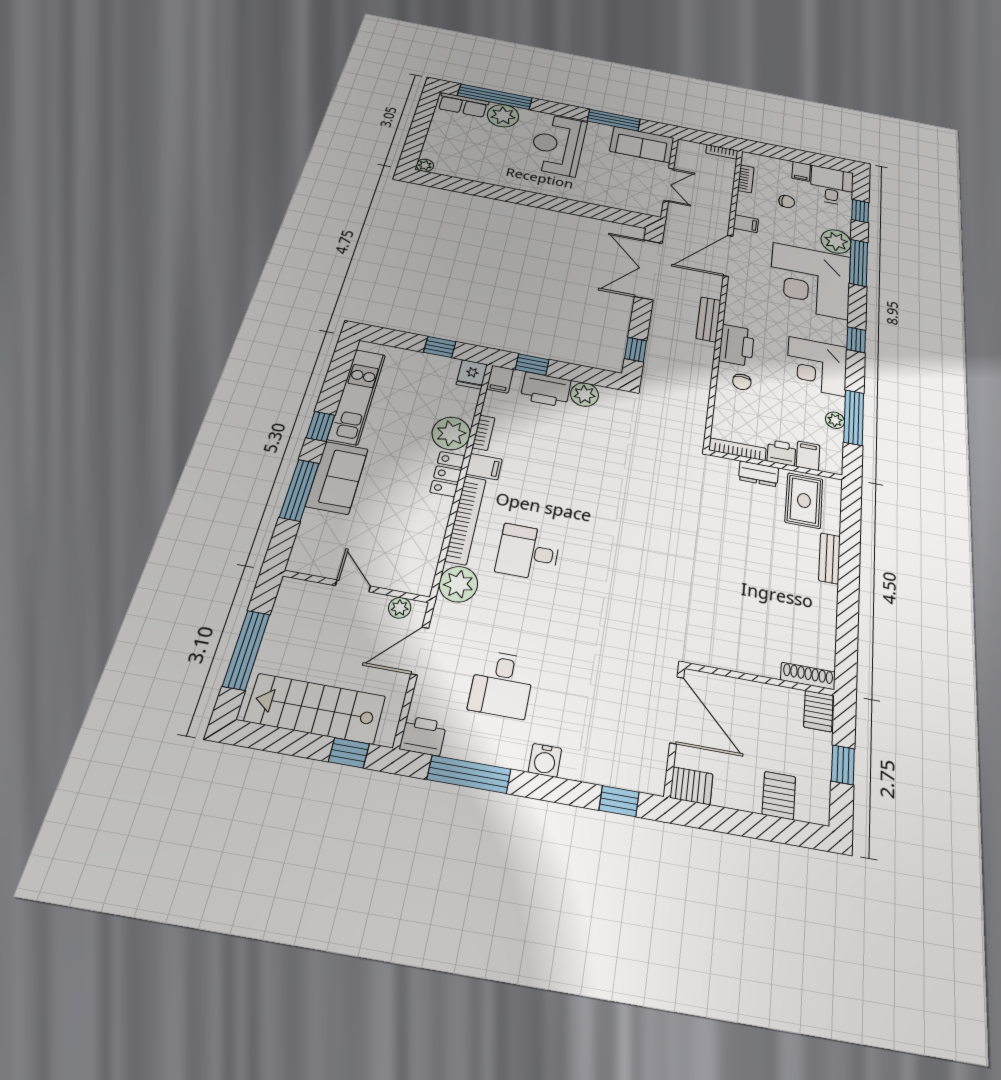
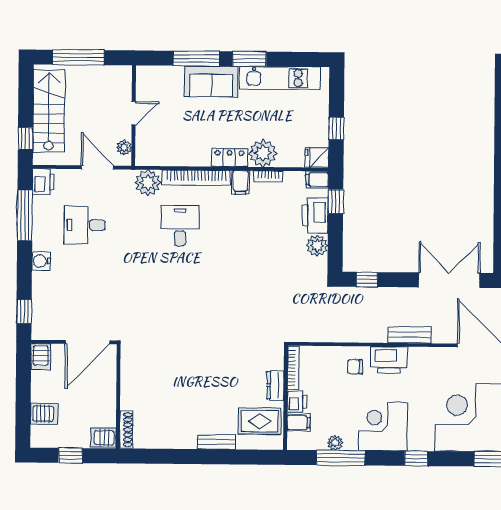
window: (320, 426) -> (249, 59), width x1.50

